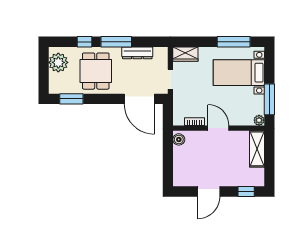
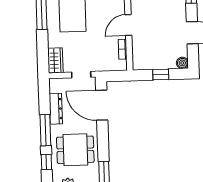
door: (139, 99) -> (102, 105), swing flipped
boiler: (179, 139) -> (182, 63), moved
window: (168, 159) -> (161, 75), added

